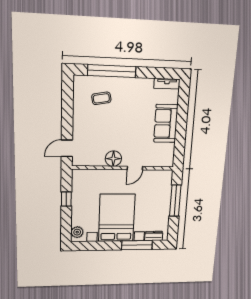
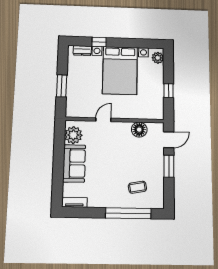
window: (67, 120) -> (169, 166), added
plant: (166, 152) -> (73, 135), added
floor lamp: (113, 159) -> (139, 130), moved
window: (175, 201) -> (62, 86), width x0.69
window: (137, 245) -> (99, 42), width x0.46

